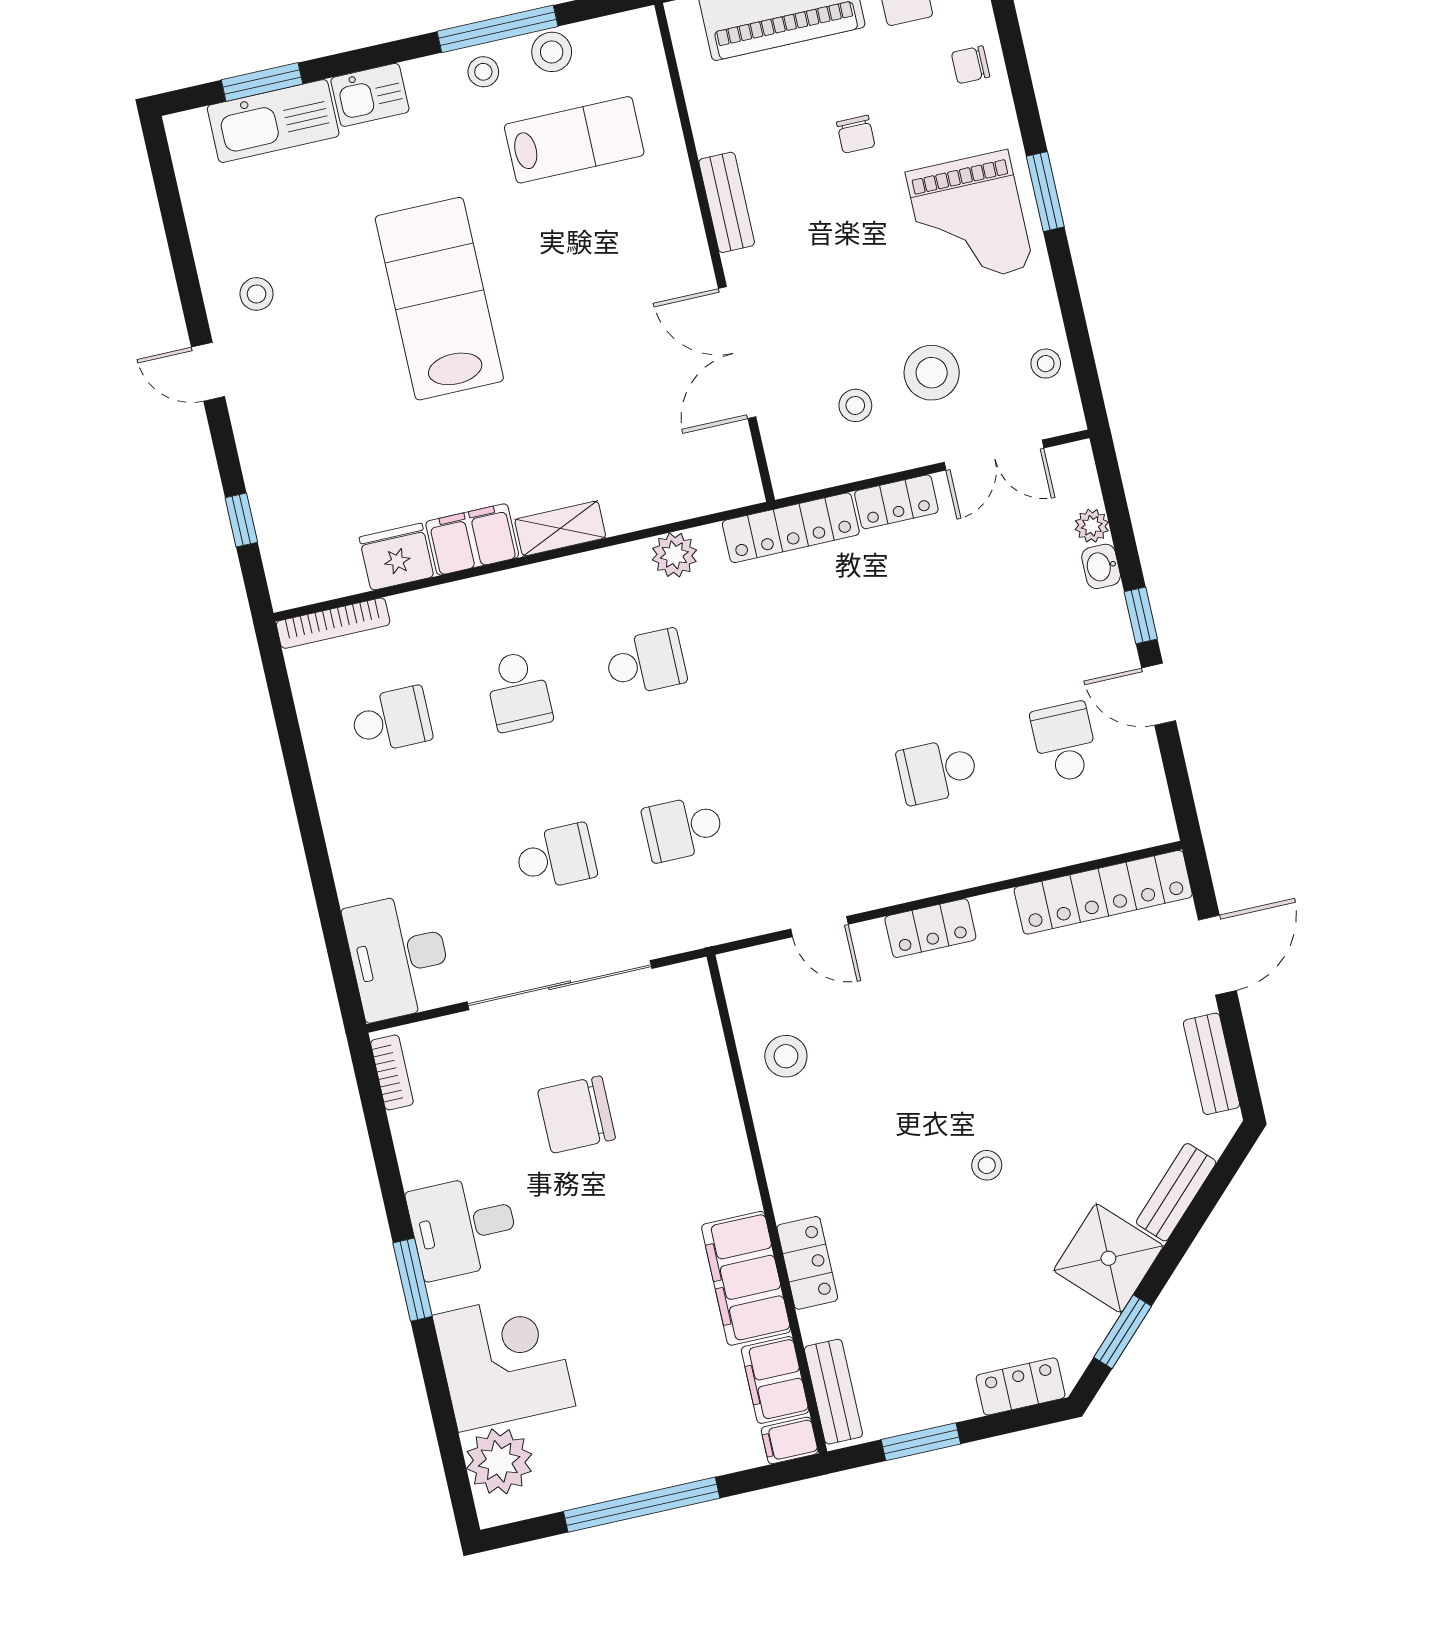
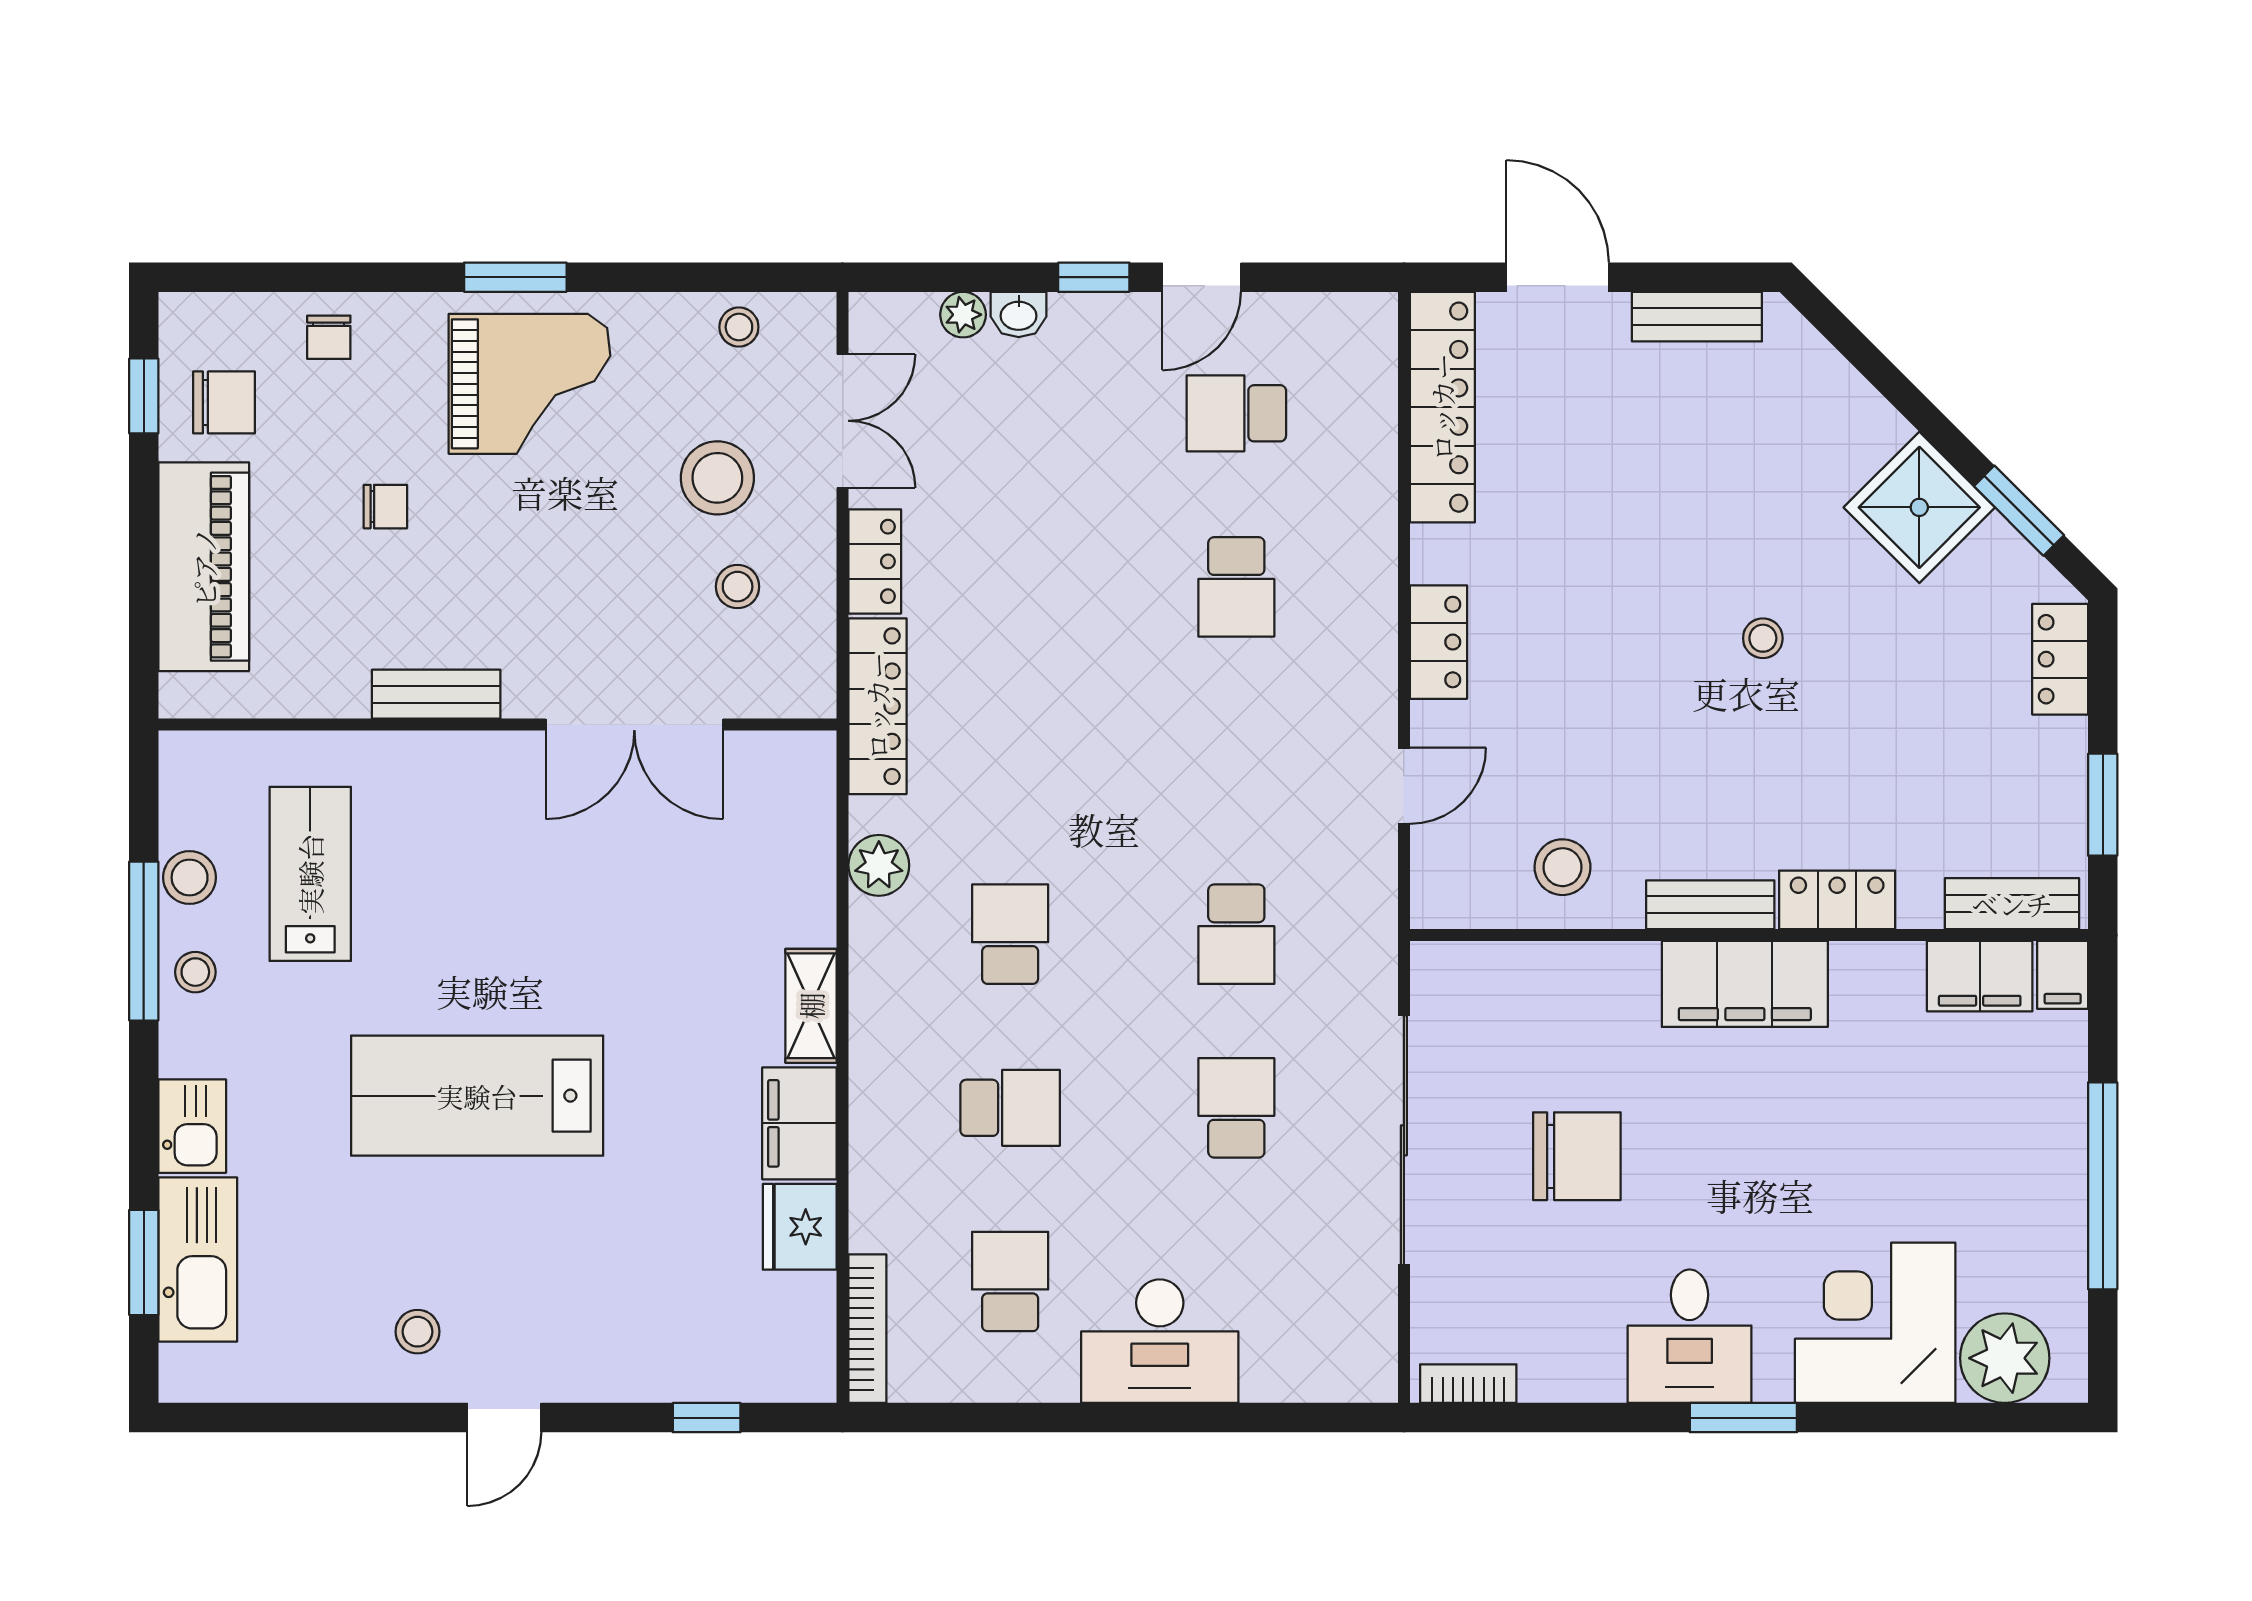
desk: (398, 956) -> (1160, 1341), moved
chair: (577, 1115) -> (1577, 1156), turned -90
bench: (1176, 1192) -> (1710, 905), moved, turned -45
filing cabinet: (746, 1278) -> (1745, 984), moved

